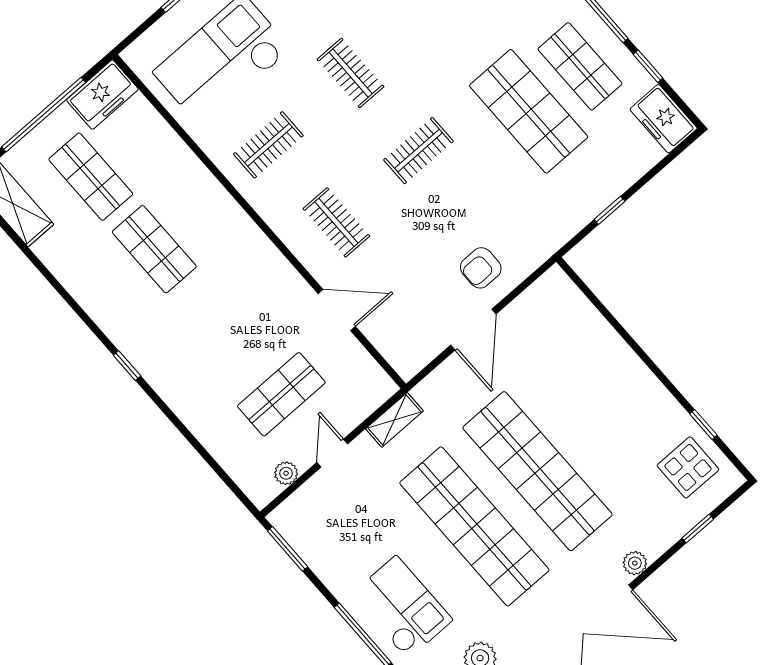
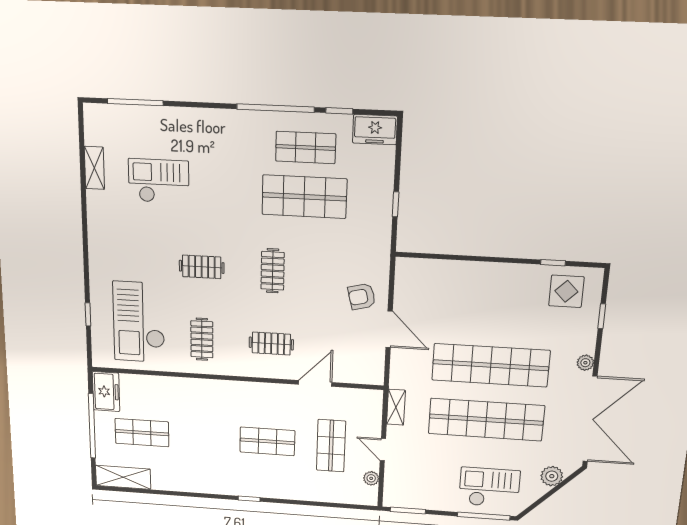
shop shelf: (154, 249) -> (267, 441), moved
armchair: (481, 268) -> (362, 297), turned 76

